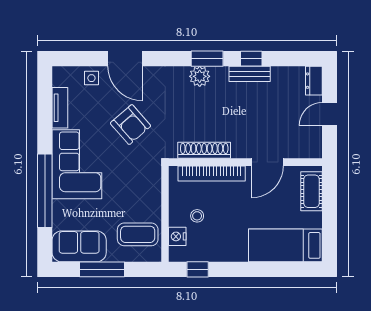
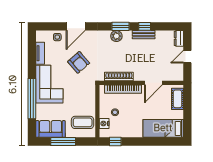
door: (125, 59) -> (76, 26), hinge flipped

